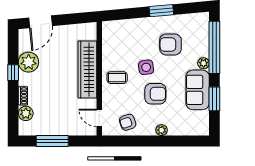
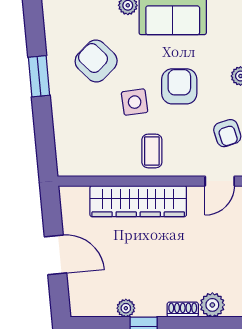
door: (41, 22) -> (56, 255), moved
armchair: (170, 44) -> (96, 61), turned 134
plant: (29, 62) -> (126, 308), width x0.53, depth x0.53

